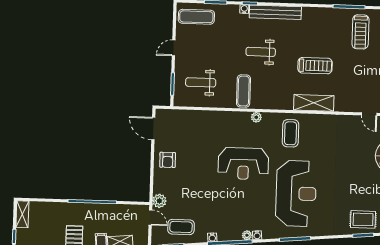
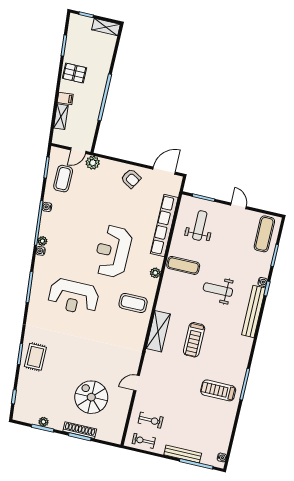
weight bench: (261, 52) -> (218, 290), turned -90
row of seats: (208, 118) -> (164, 226), added
armchair: (168, 160) -> (131, 178), turned -150
reception desk: (296, 193) -> (74, 297), width x0.74, depth x0.77

